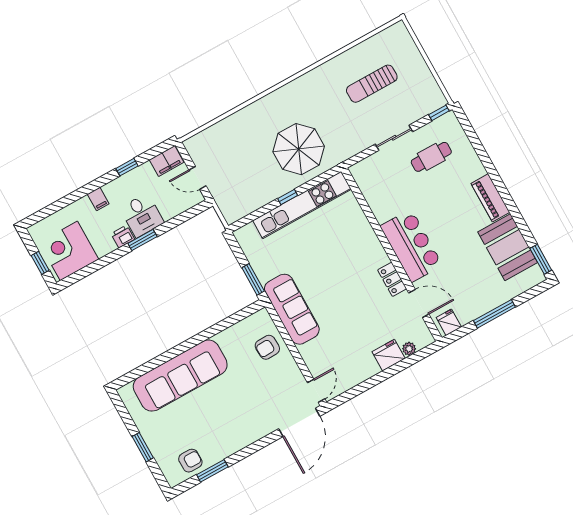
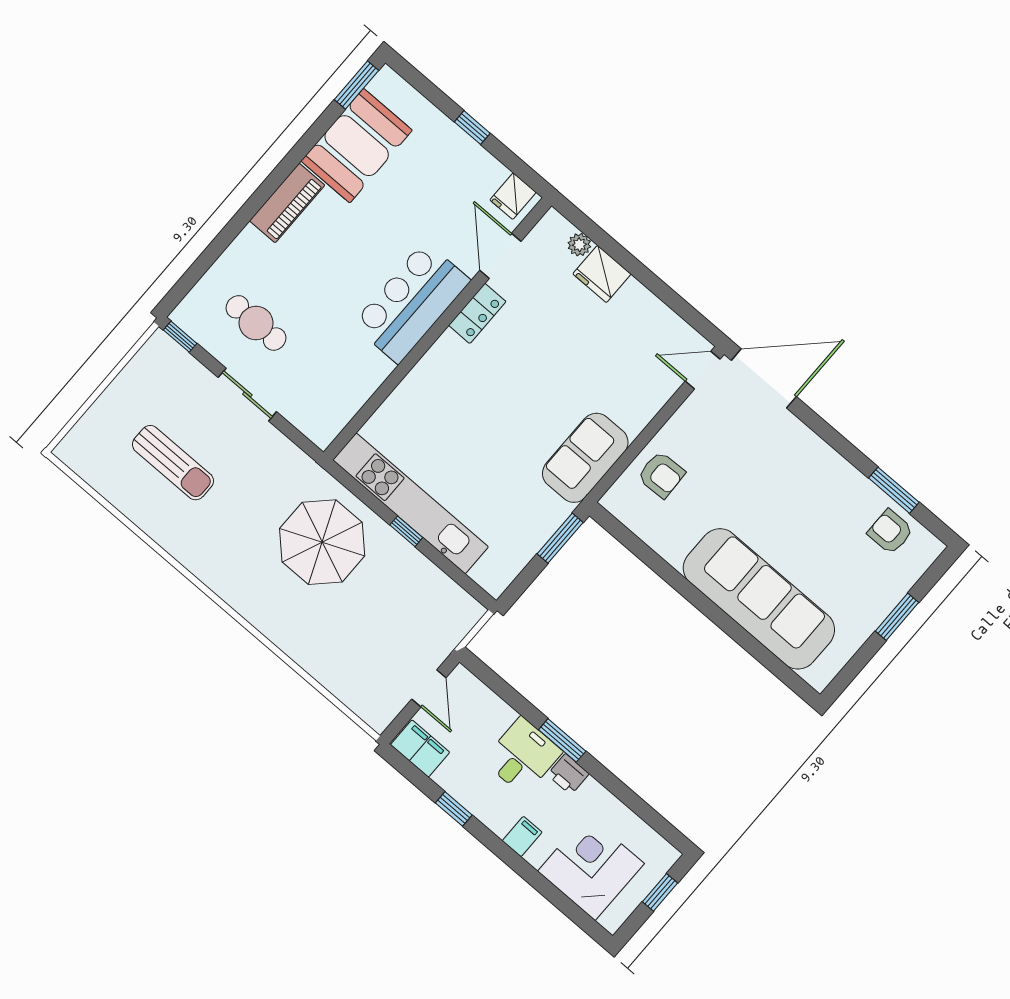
corner desk: (69, 251) -> (591, 867), moved, turned 180
sofa: (292, 309) -> (585, 458), width x0.73
window: (494, 314) -> (472, 128), width x0.46

